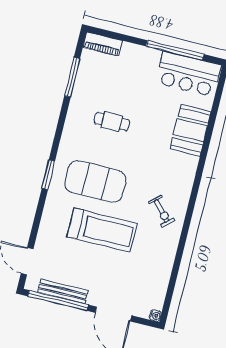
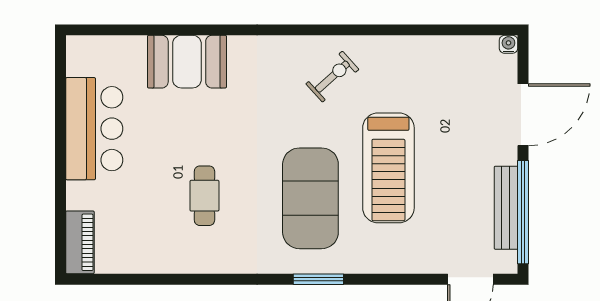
window: (175, 50) -> (60, 120), removed
bar counter: (188, 74) -> (94, 129), moved
window: (72, 77) -> (147, 279), removed
treadmill: (102, 230) -> (388, 168), turned 180

